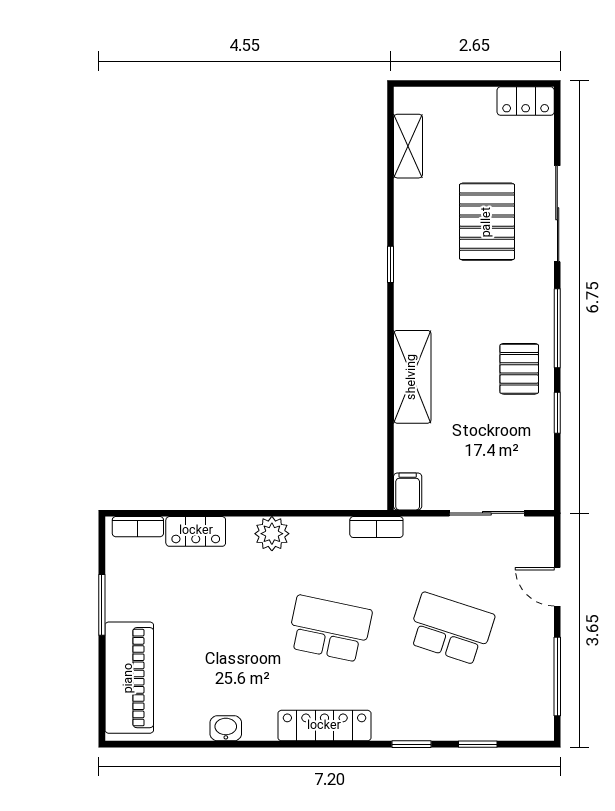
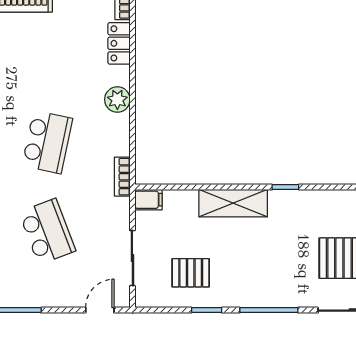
window: (390, 264) -> (285, 187), moved
pallet: (519, 369) -> (191, 273), moved
door: (557, 587) -> (100, 310), moved
school desk: (451, 629) -> (47, 232), turned -39

